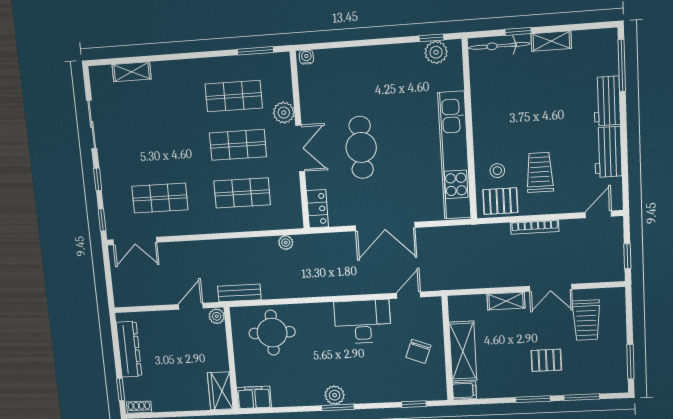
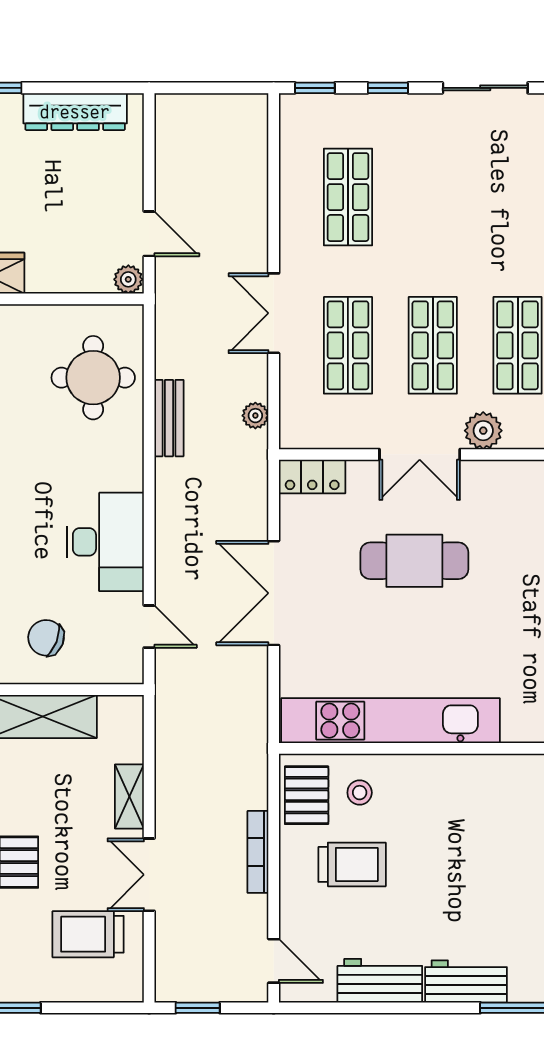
double door: (135, 241) -> (274, 313), moved
bench: (239, 293) -> (169, 418), moved

